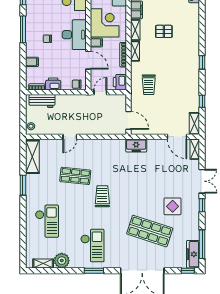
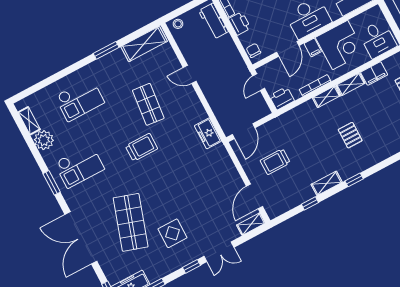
pallet: (164, 31) -> (350, 135), moved
trolley: (149, 85) -> (275, 162), moved
door: (100, 92) -> (259, 82), swing flipped
shelving: (194, 123) -> (327, 183), moved
freezer: (136, 146) -> (208, 133), moved

